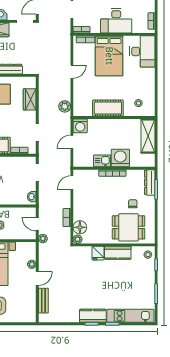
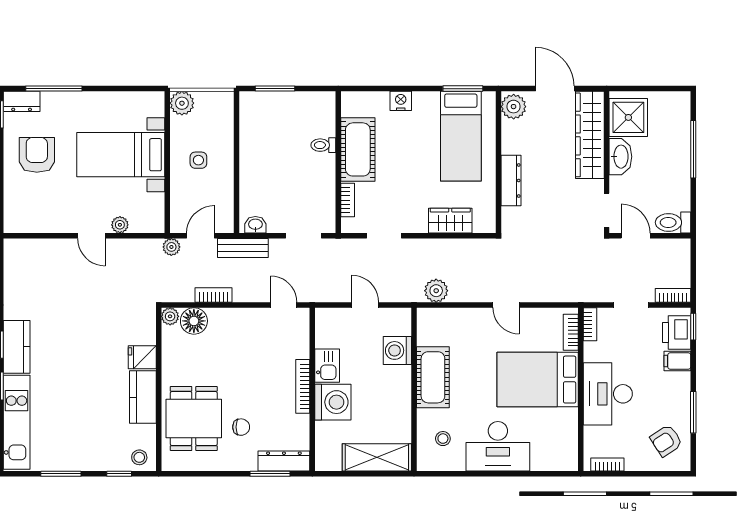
desk: (142, 51) -> (498, 446), moved
washing machine: (80, 126) -> (397, 350), moved
bench: (43, 301) -> (243, 248), moved

